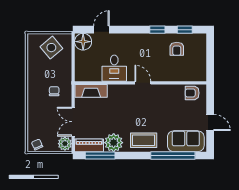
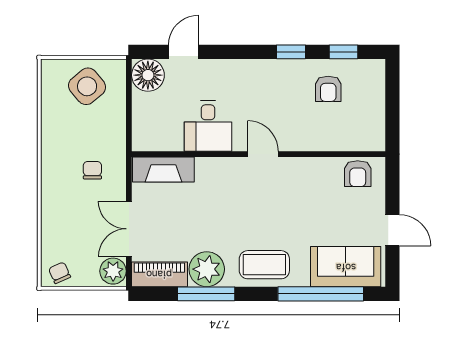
armchair: (192, 93) -> (358, 174), turned -90
window: (100, 155) -> (206, 294), moved

